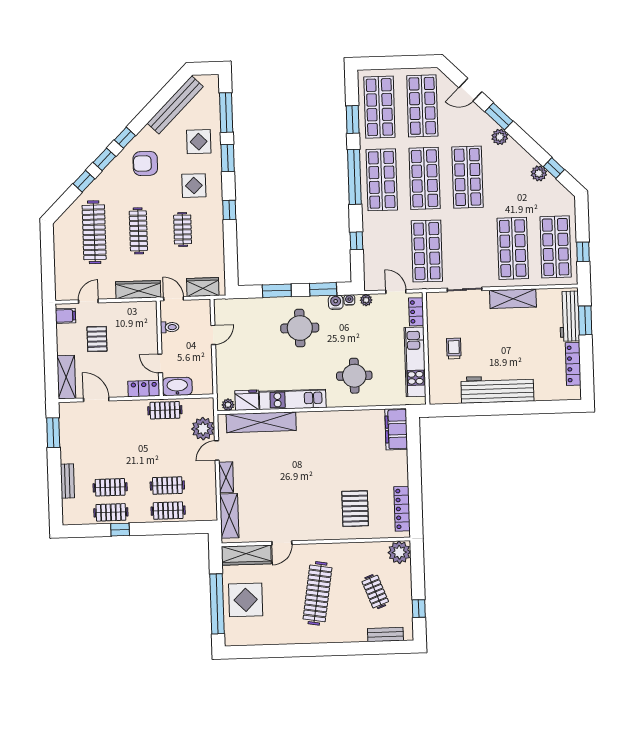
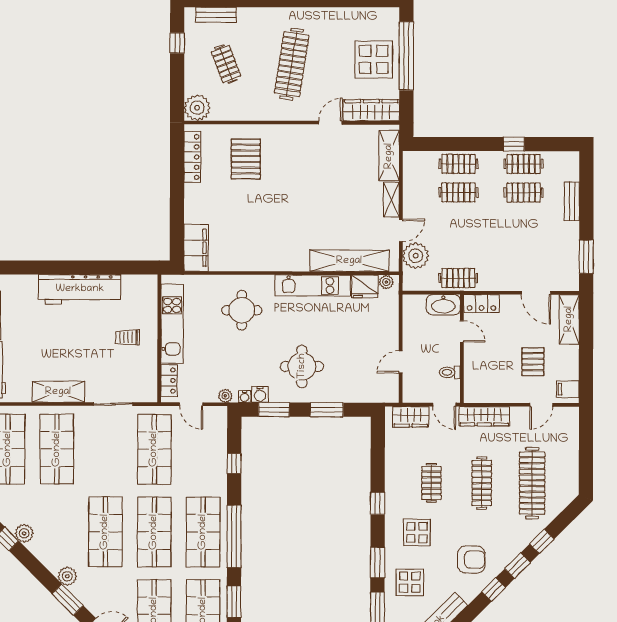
trolley: (454, 348) -> (127, 337), turned 90

